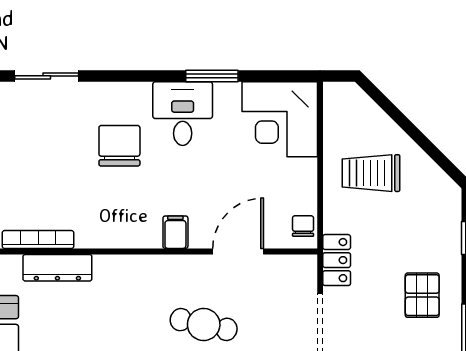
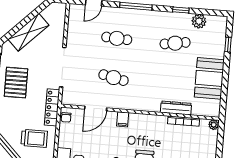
locker: (337, 260) -> (52, 107), width x1.53
pallet: (422, 295) -> (16, 83), width x1.50, depth x1.42

